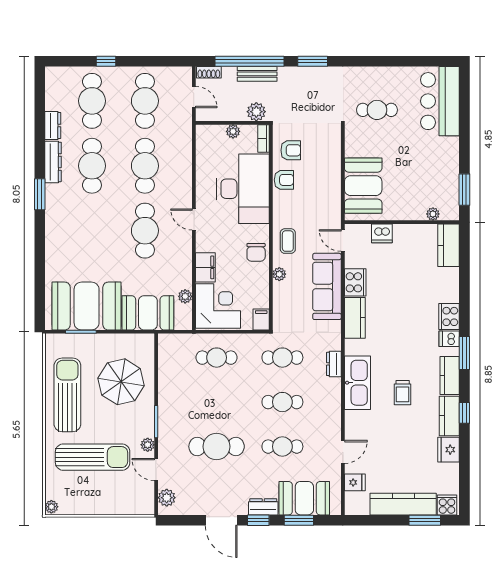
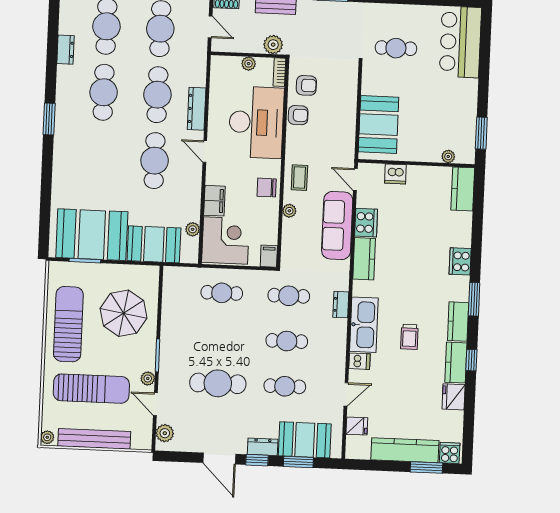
dresser: (53, 162) -> (197, 109), moved, turned 180
chair: (256, 252) -> (267, 188), turned 90
dishwasher: (449, 339) -> (359, 361), moved, turned 180
bench: (98, 506) -> (94, 439), added

